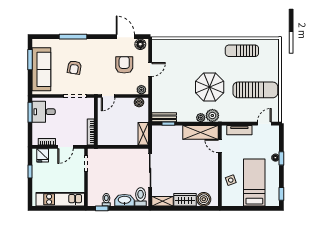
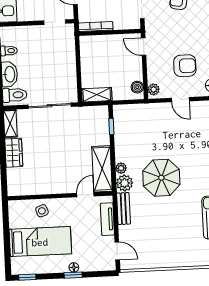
sun lounger: (255, 90) -> (160, 237), removed
bench: (164, 117) -> (123, 209), moved
boiler: (204, 199) -> (16, 177), removed

